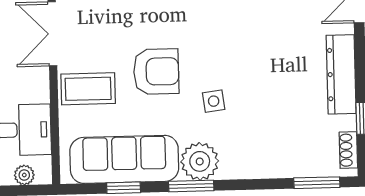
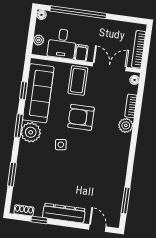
armchair: (156, 72) -> (81, 117), turned 90
filing cabinet: (35, 91) -> (81, 53), added
window: (317, 183) -> (12, 174), moved

